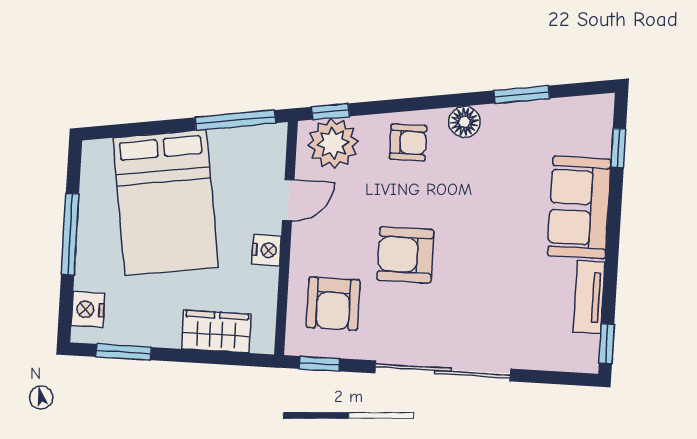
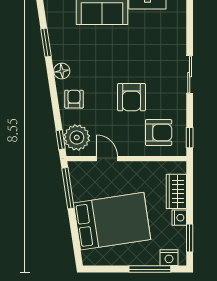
window: (70, 234) -> (150, 269), moved
nightstand: (267, 250) -> (179, 218), moved, turned 90
sliding door: (443, 371) -> (190, 75), width x0.54

